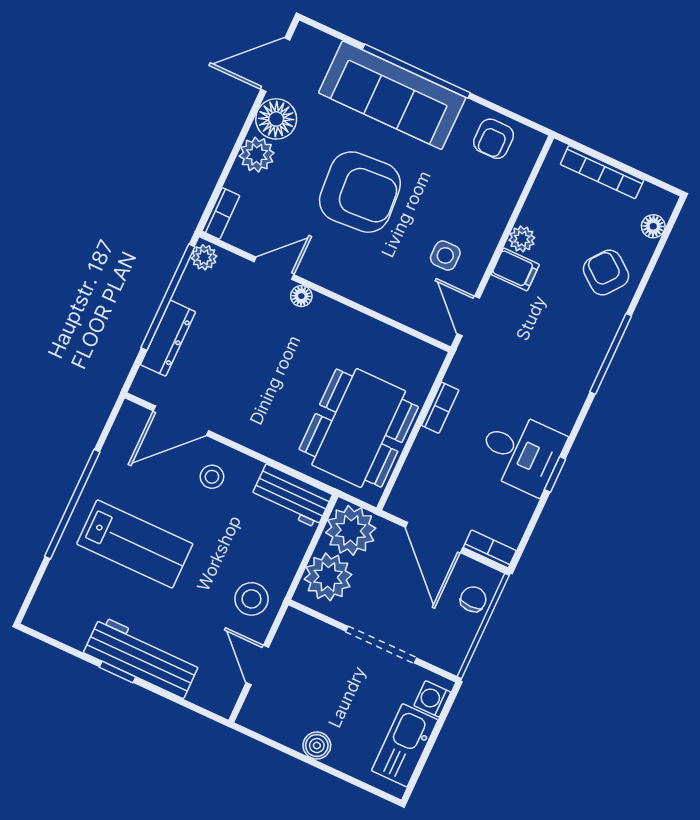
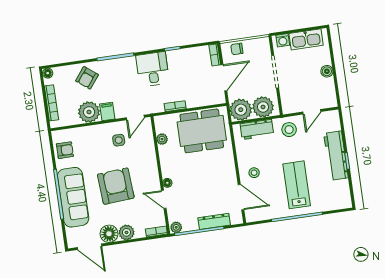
floor lamp: (653, 226) -> (48, 73), moved
plant: (522, 239) -> (89, 112), width x1.87, depth x1.87
plant: (393, 341) -> (162, 139), added
desk: (521, 452) -> (153, 69), moved
workbench: (291, 496) -> (257, 129), moved, turned 90

